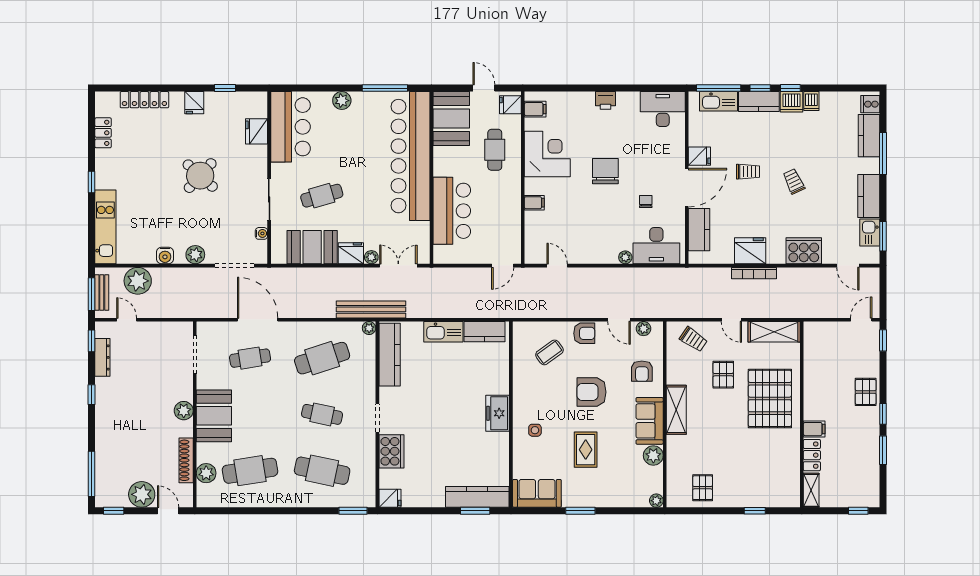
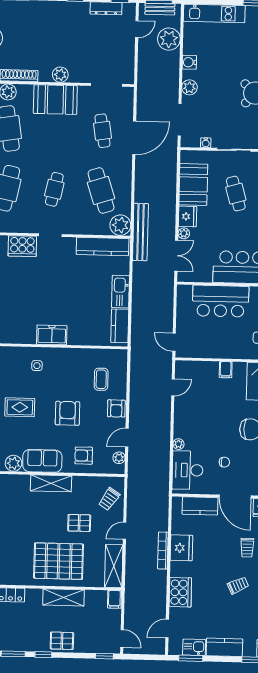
plant: (369, 328) -> (120, 225), width x1.88, depth x1.88
coffee table: (549, 352) -> (101, 379), turned 36
shelving: (813, 391) -> (63, 597), added
filing cabinet: (814, 429) -> (114, 599), moved

